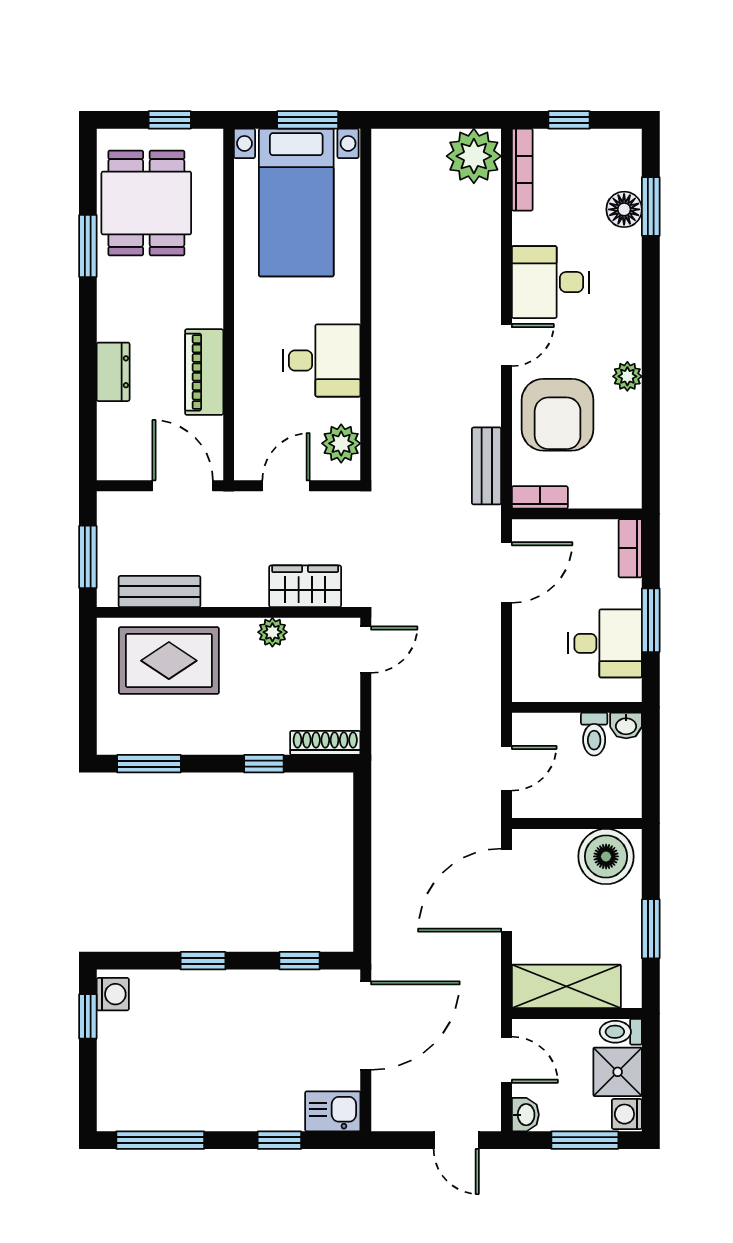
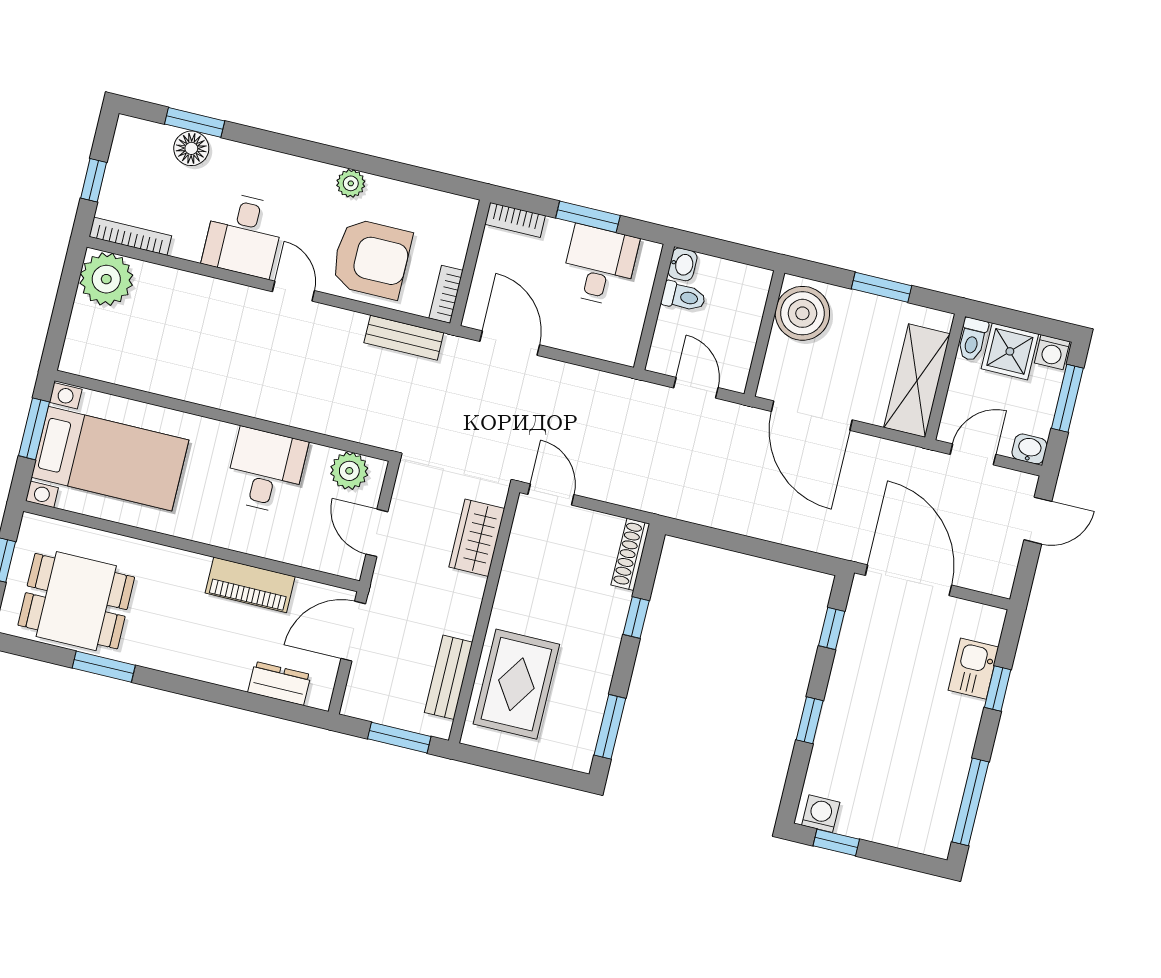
dresser: (113, 372) -> (279, 683), moved
plant: (272, 632) -> (513, 579), removed
kitchen sink: (333, 1111) -> (973, 669), moved

